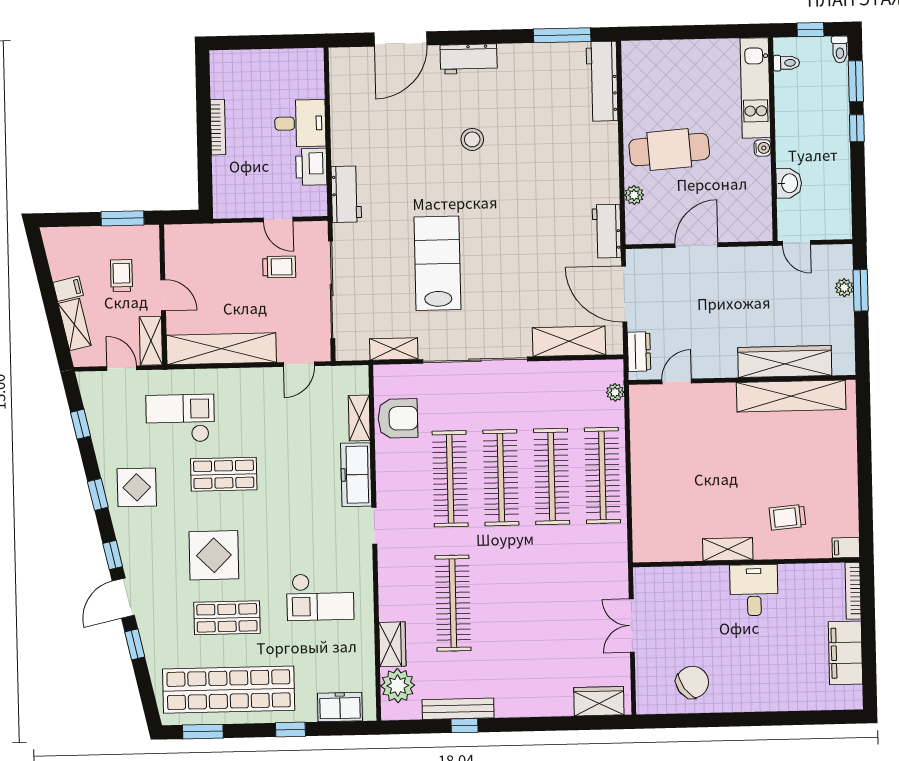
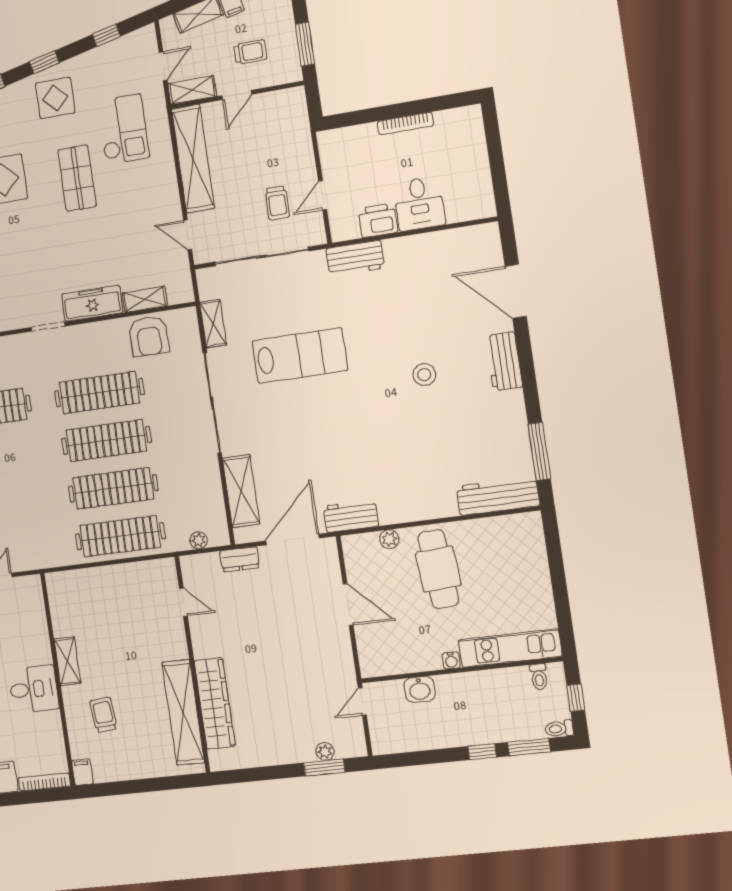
wardrobe: (785, 361) -> (215, 704), moved
wall: (742, 380) -> (192, 664), moved
door: (677, 381) -> (183, 602), moved
shelving: (791, 396) -> (183, 712), moved

